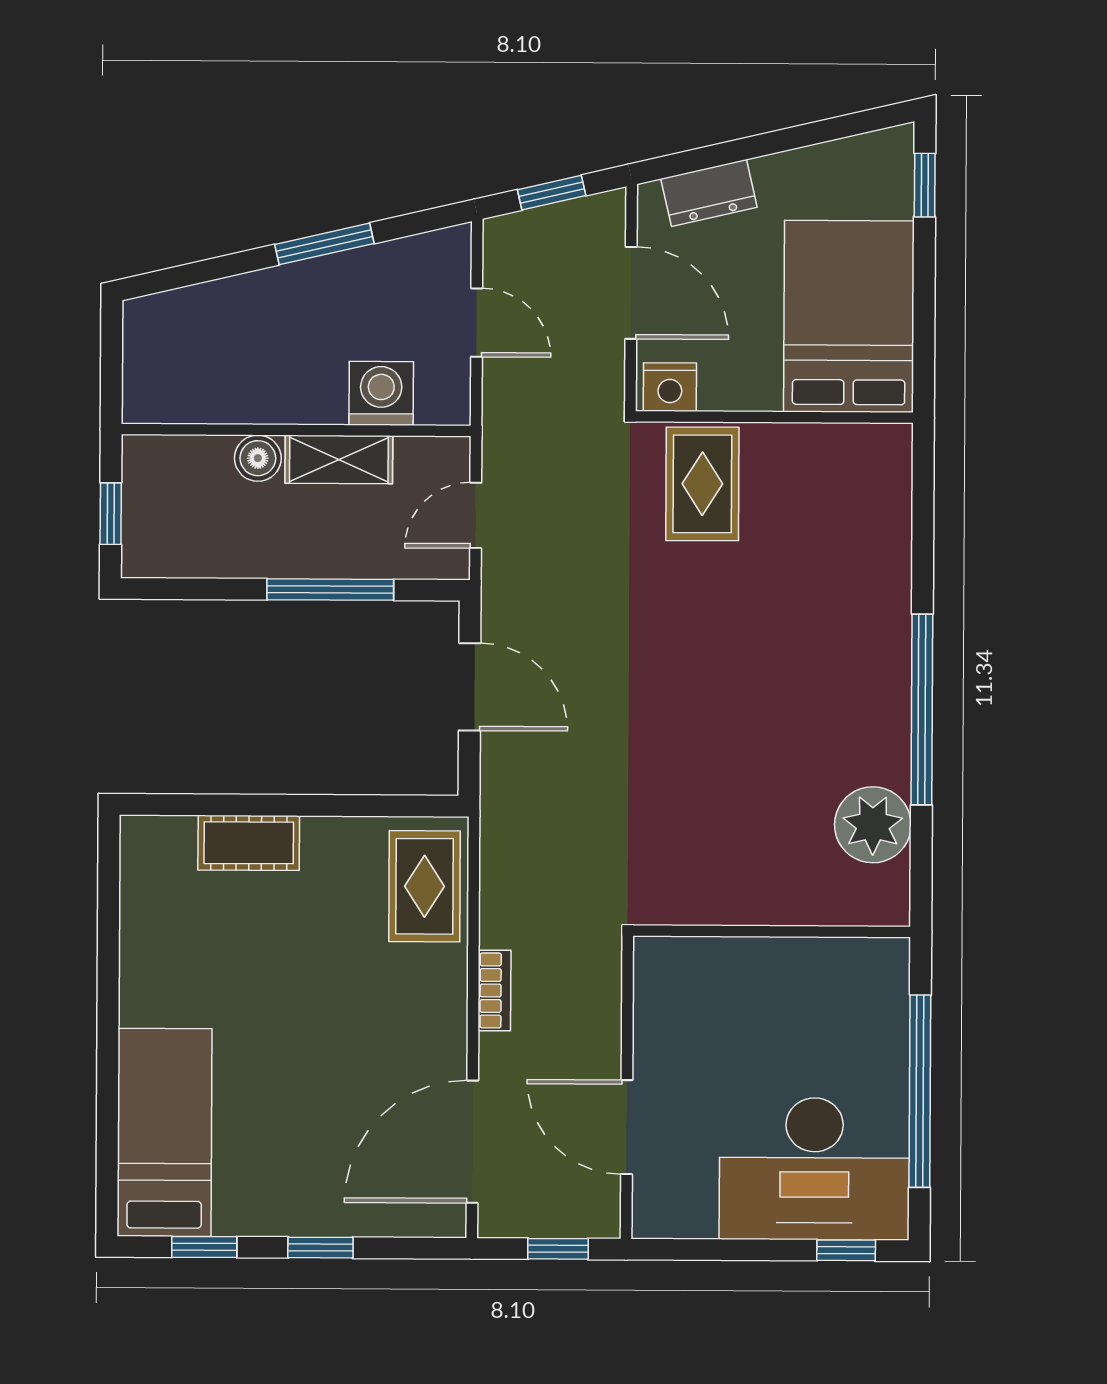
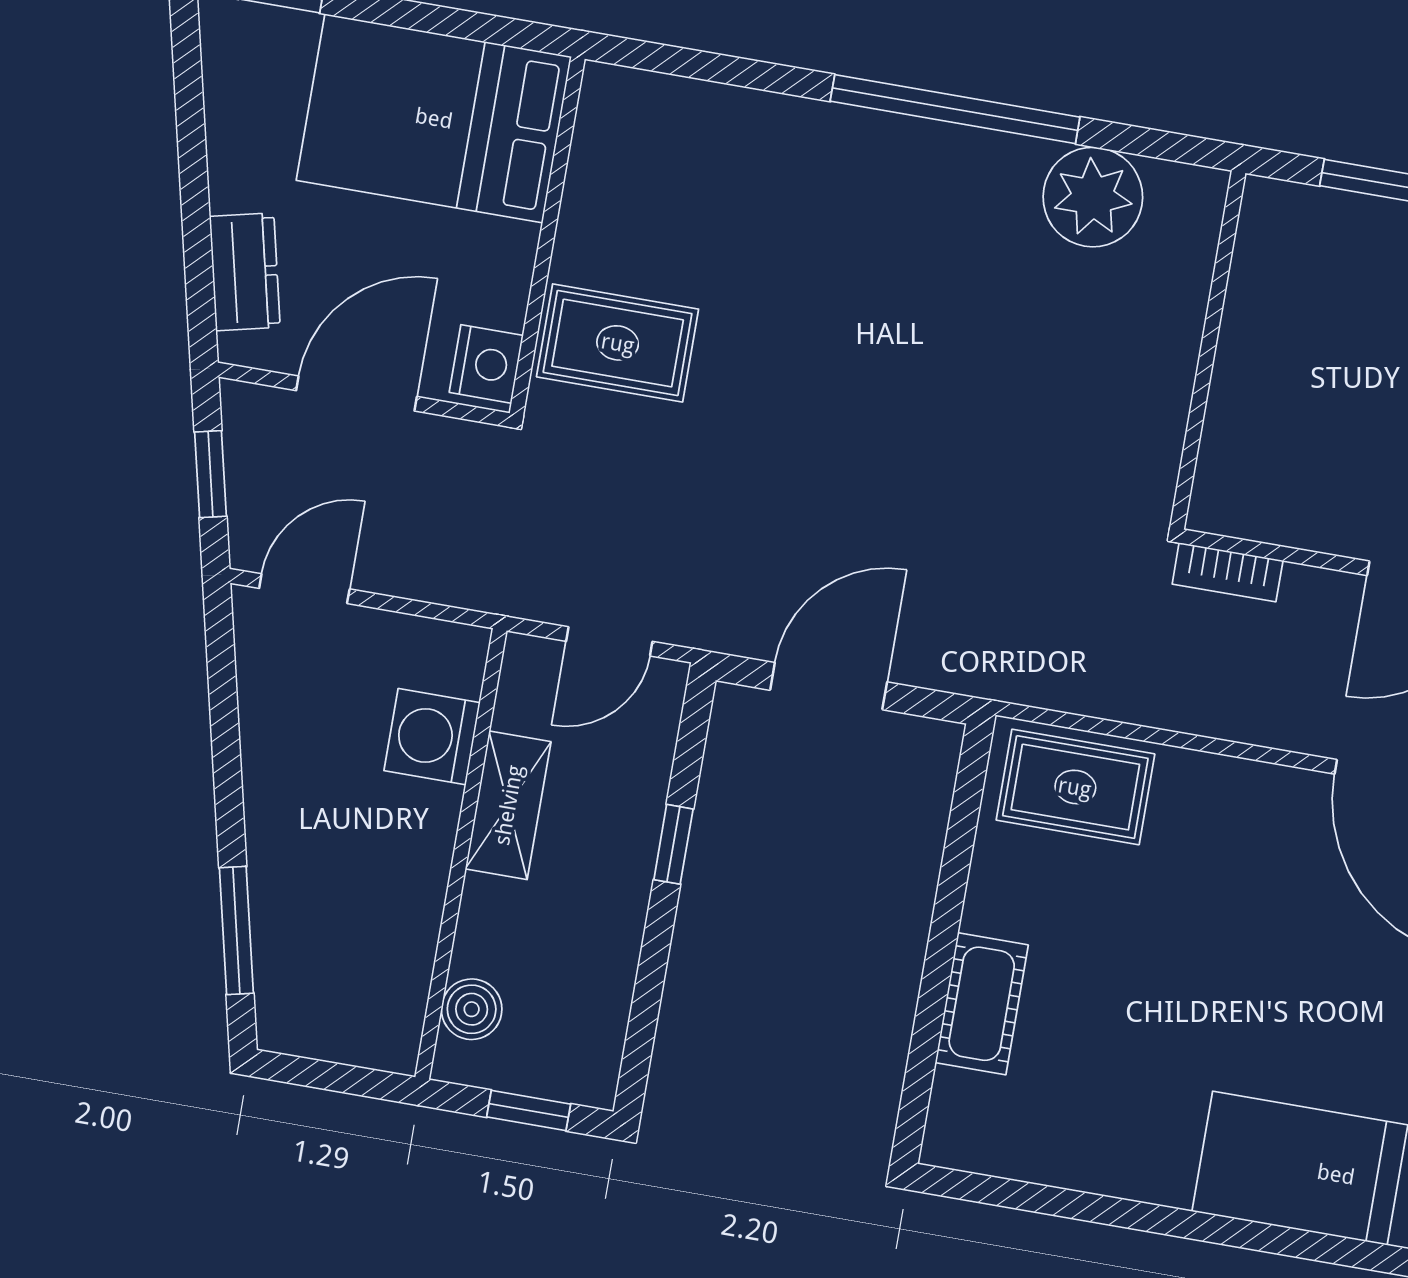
window: (324, 244) -> (236, 930), moved
door: (477, 323) -> (304, 589), moved
boiler: (258, 458) -> (472, 1009), moved
door: (476, 515) -> (609, 641), hinge flipped
window: (330, 590) -> (673, 844), width x0.46
bookcase: (494, 990) -> (1228, 572), moved, turned 180

